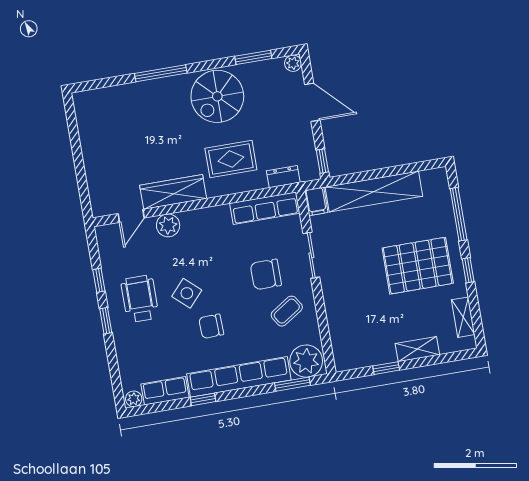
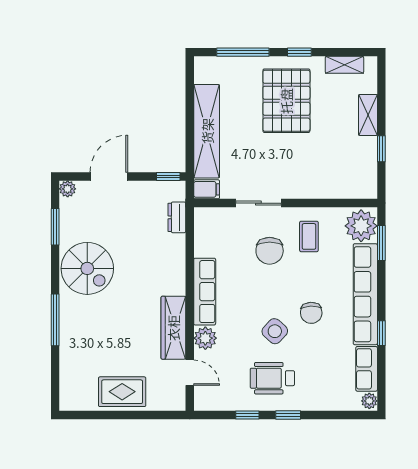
rug: (231, 159) -> (122, 392), moved, turned 90
row of seats: (265, 208) -> (205, 292), moved
coffee table: (287, 311) -> (309, 236), turned 33

